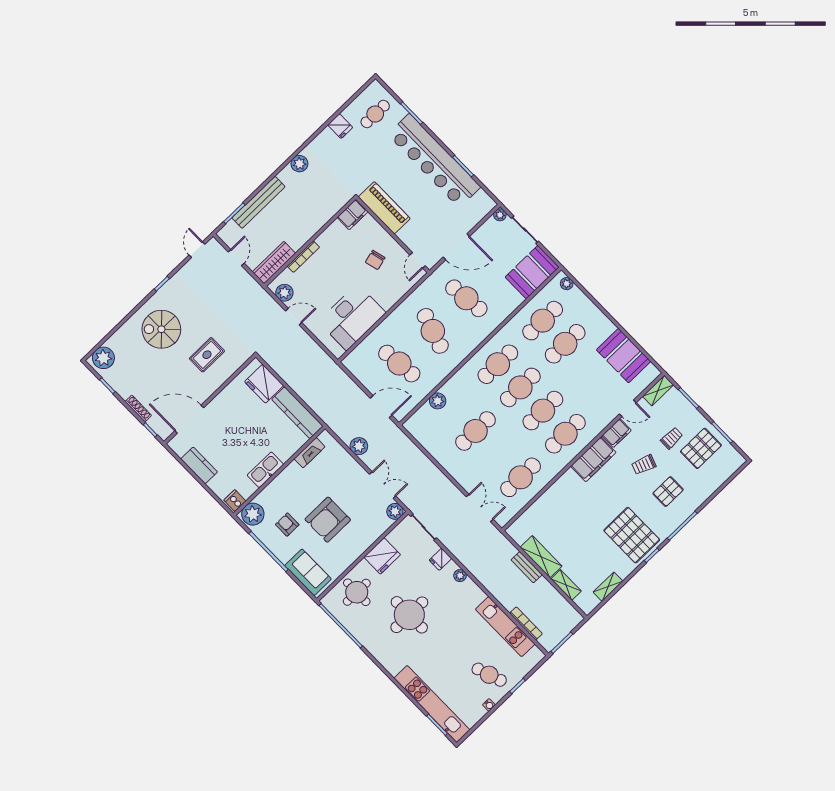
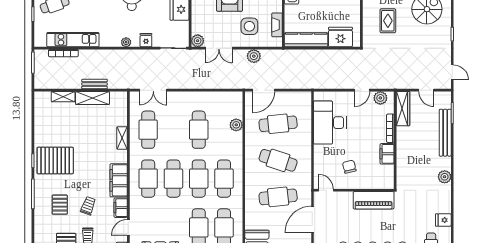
filing cabinet: (353, 215) -> (387, 154), moved
side table: (335, 477) -> (249, 26), added
shelving: (608, 587) -> (122, 138), moved

